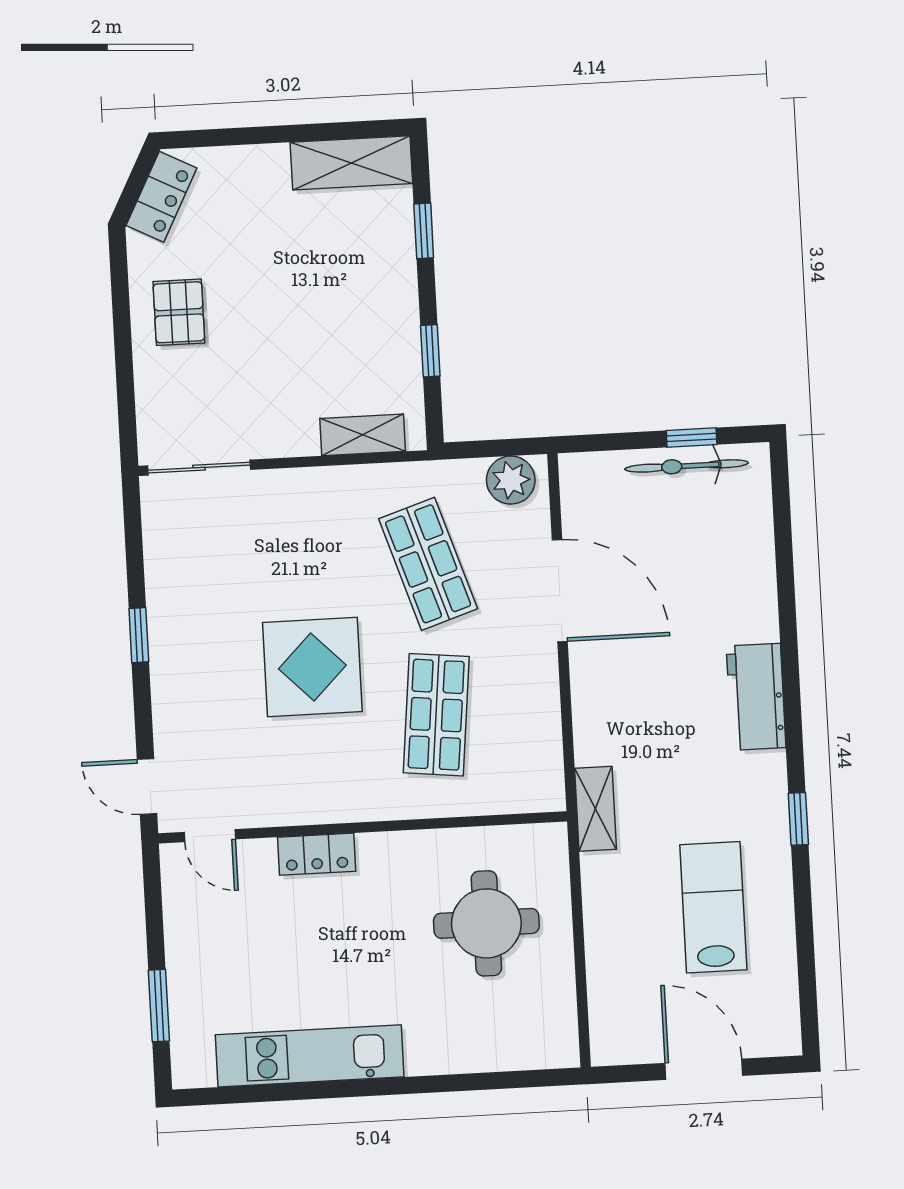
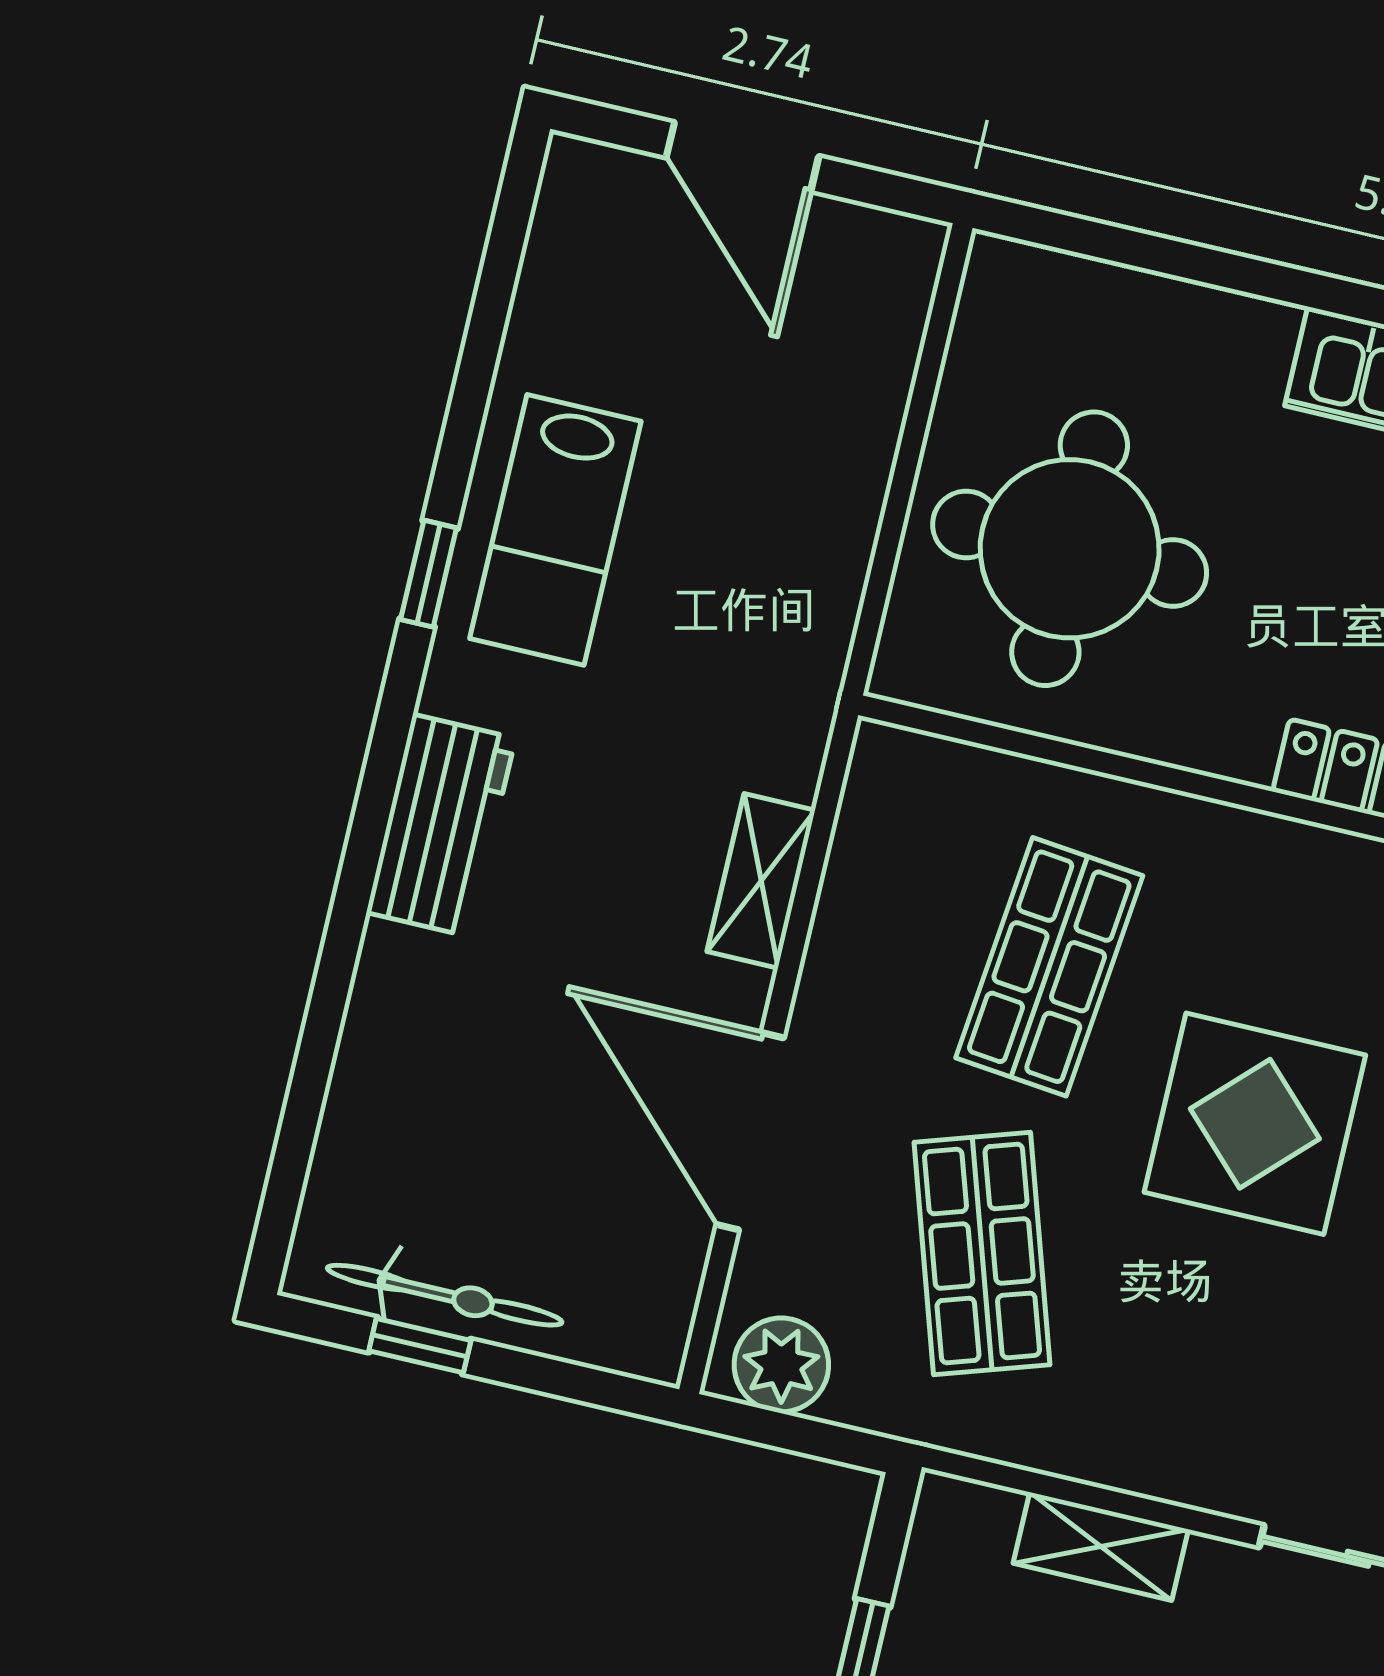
shelving: (363, 435) -> (1101, 1546), moved
shelving: (595, 809) -> (761, 881), moved
lab bench: (713, 907) -> (555, 530), moved
round table: (486, 923) -> (1070, 549), width x1.36, depth x1.36

